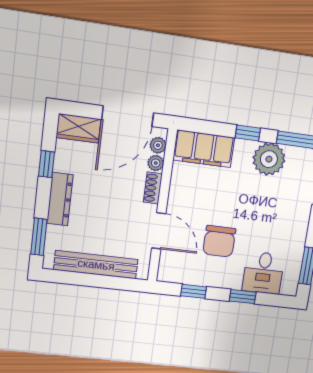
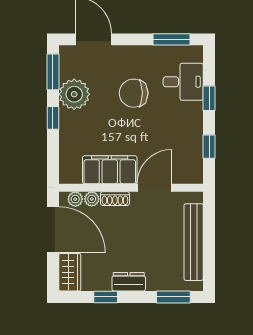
filing cabinet: (204, 149) -> (110, 170), moved, turned -90
dresser: (60, 199) -> (129, 282), width x0.70
chair: (219, 241) -> (134, 93), moved, turned 180

